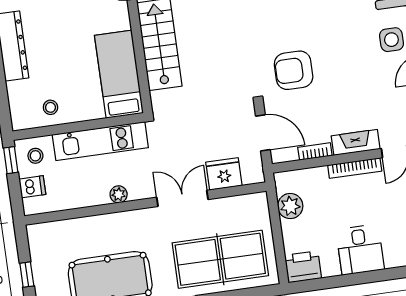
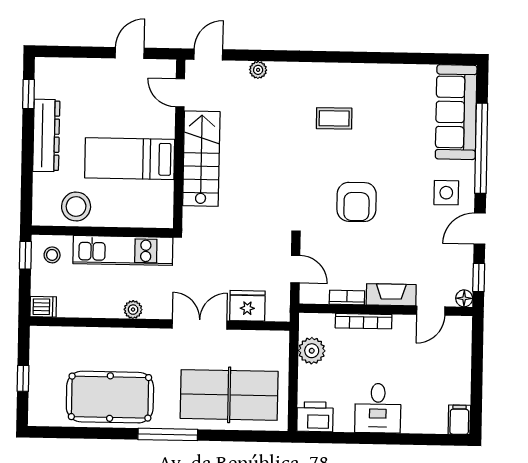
armchair: (294, 70) -> (357, 202), moved, turned -90
bed: (119, 74) -> (130, 159), moved, turned -90
stool: (50, 107) -> (76, 207), width x1.89, depth x1.89
door: (263, 133) -> (295, 269), width x0.73
bookcase: (355, 168) -> (364, 321), moved
dishwasher: (32, 187) -> (43, 307), moved

